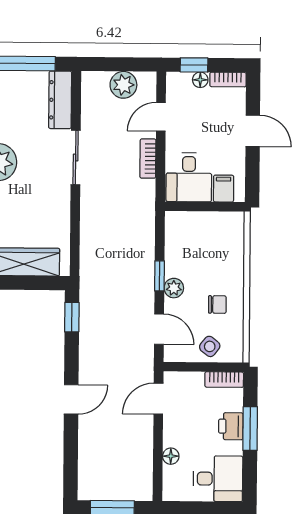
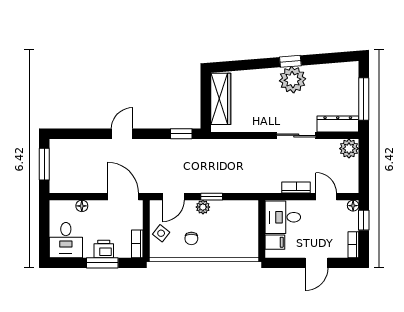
floor lamp: (200, 80) -> (353, 206), moved
plant: (123, 85) -> (349, 149), moved
door: (71, 399) -> (122, 134), swing flipped
door: (158, 399) -> (123, 197), width x1.38

